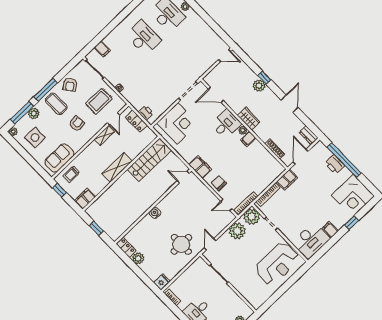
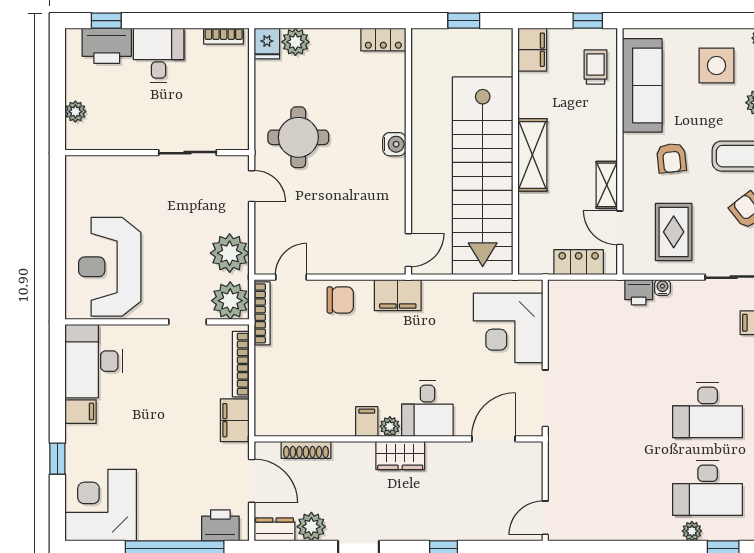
plant: (259, 86) -> (311, 527), moved
printer: (146, 113) -> (639, 292), moved
sofa: (59, 158) -> (642, 85), width x1.36
stairs: (149, 160) -> (483, 176), width x1.86, depth x1.51
printer: (335, 164) -> (220, 525), moved
plant: (138, 258) -> (295, 42), moved

